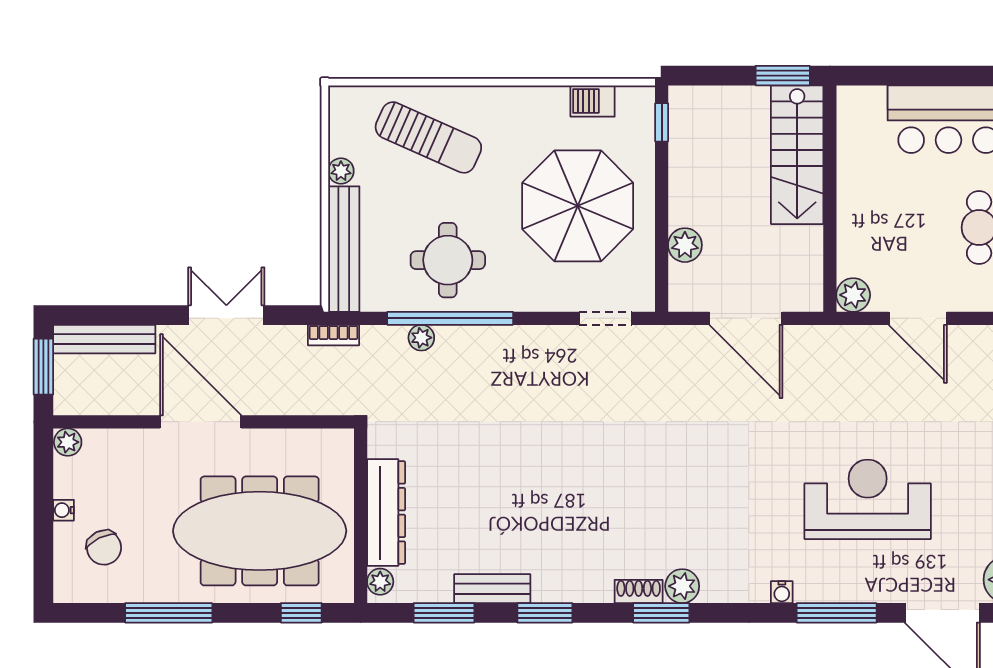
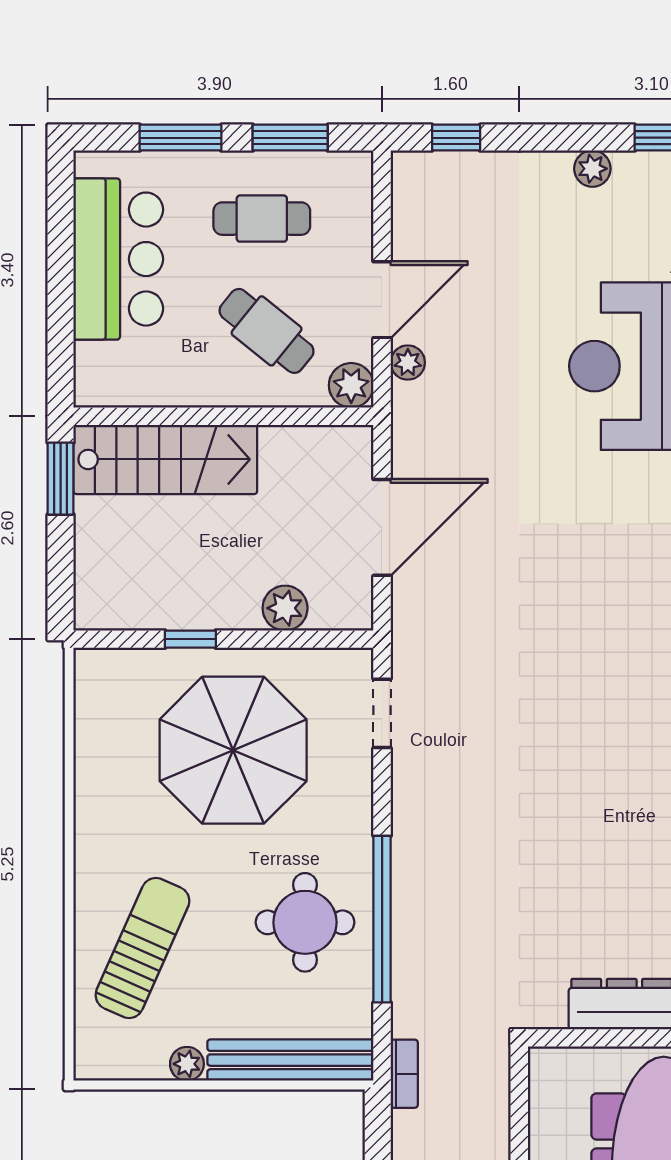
barbecue: (593, 101) -> (94, 730), removed
window: (662, 122) -> (190, 639), moved
cafe table: (894, 231) -> (267, 331), added
plant: (421, 338) -> (408, 363), moved

